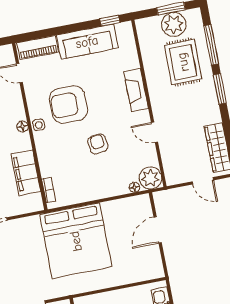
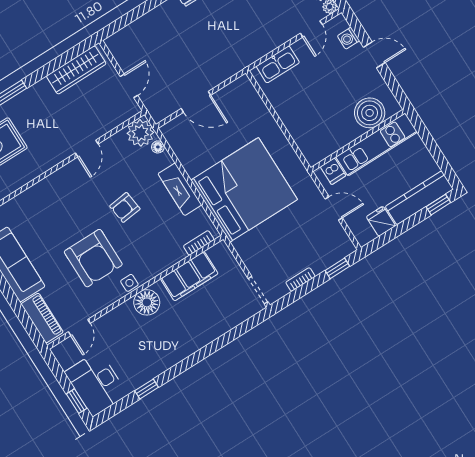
fireplace: (136, 90) -> (180, 189), moved, turned 90
floor lamp: (22, 126) -> (147, 302), width x1.89, depth x1.89
door: (203, 181) -> (129, 86), moved

